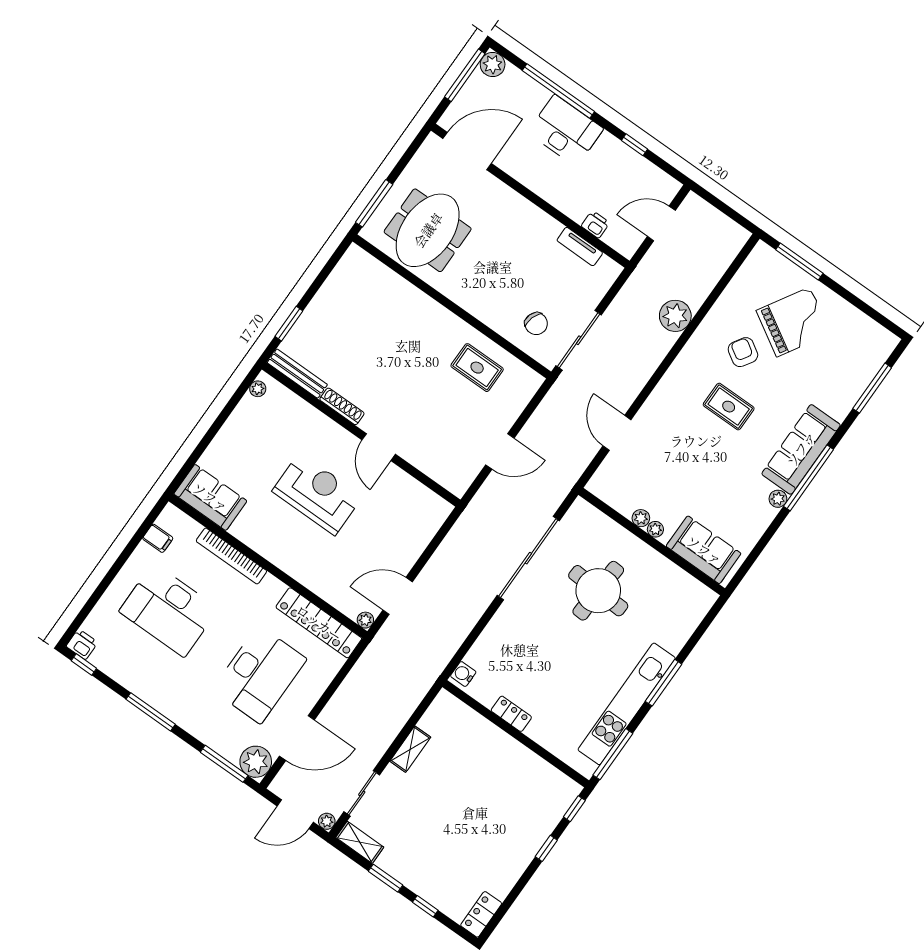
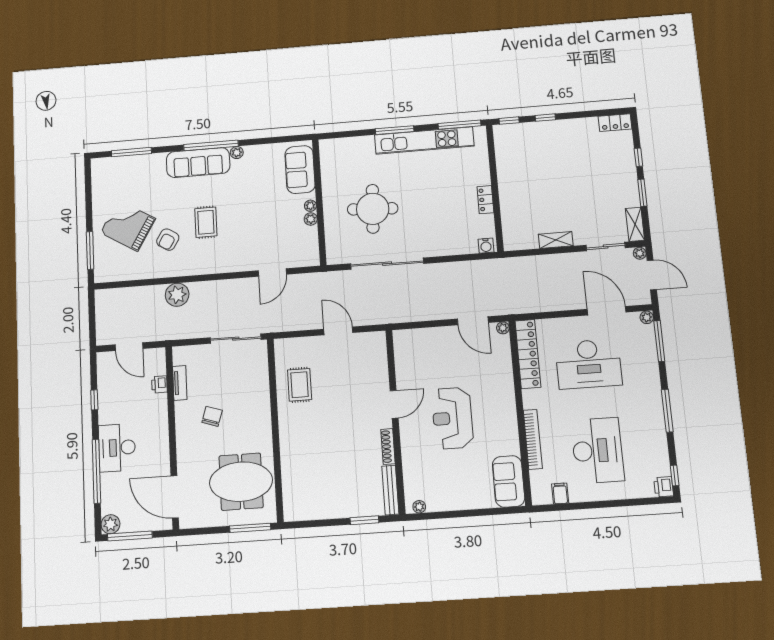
chair: (536, 324) -> (212, 416), moved
desk: (259, 674) -> (589, 364), turned 180
plant: (256, 762) -> (647, 317), width x0.53, depth x0.53

